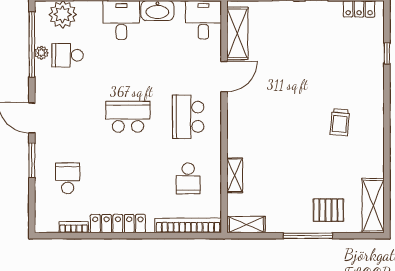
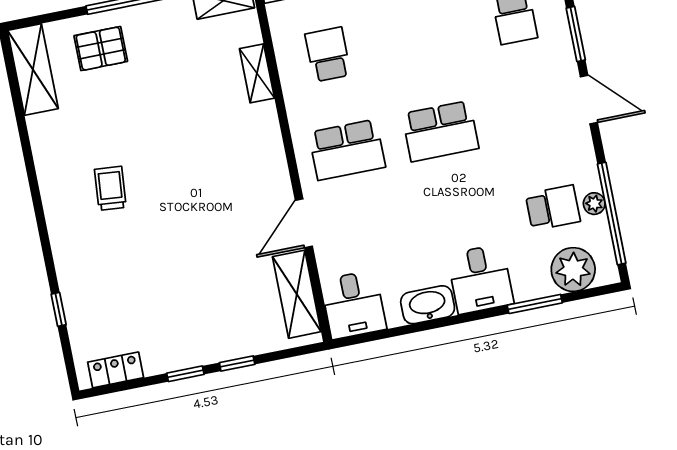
school desk: (188, 117) -> (347, 150), turned 90

